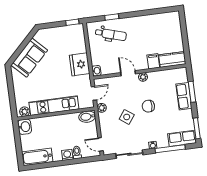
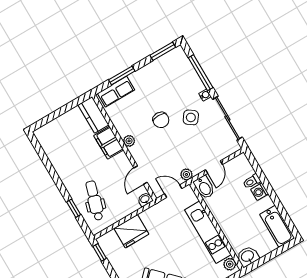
filing cabinet: (153, 61) -> (109, 143), width x2.00
fridge: (80, 64) -> (131, 231), moved
door: (128, 73) -> (141, 175), moved
row of seats: (184, 96) -> (116, 92), moved
side table: (127, 117) -> (191, 117), moved
row of seats: (182, 138) -> (182, 64), removed
door: (101, 144) -> (214, 167), moved
sliding door: (129, 154) -> (227, 118), width x1.37

